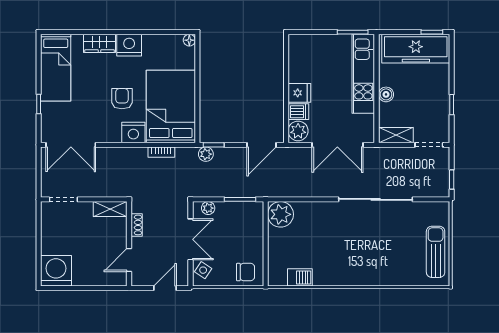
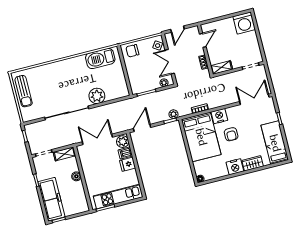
freezer: (416, 49) -> (51, 199), moved, turned 90
kitchen unit: (363, 74) -> (118, 196), moved, turned -90
plant: (281, 214) -> (97, 96), moved
barbecue: (300, 277) -> (100, 58), width x1.88, depth x1.53

